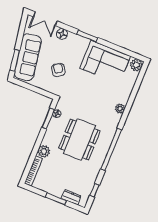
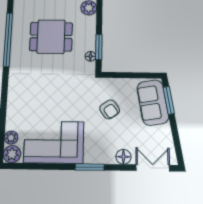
sofa: (28, 57) -> (153, 102), width x0.73
plant: (120, 109) -> (11, 138), moved
dining table: (79, 140) -> (51, 37), width x0.73

